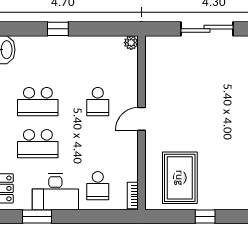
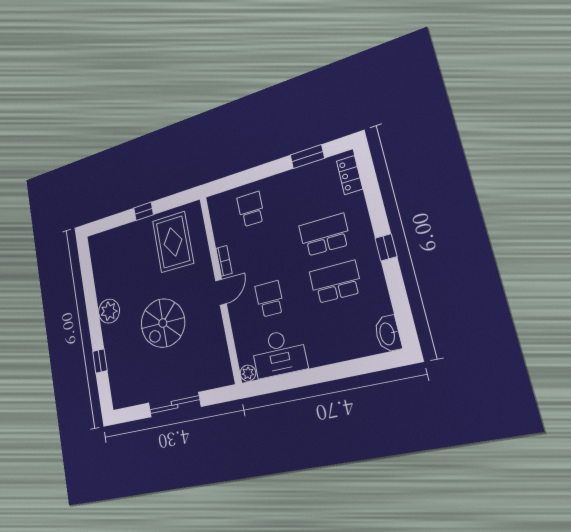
window: (58, 29) -> (332, 372), removed
spiral stairs: (205, 105) -> (163, 323), added
desk: (55, 192) -> (279, 353), moved, turned 180
bookcase: (133, 195) -> (224, 261), moved

